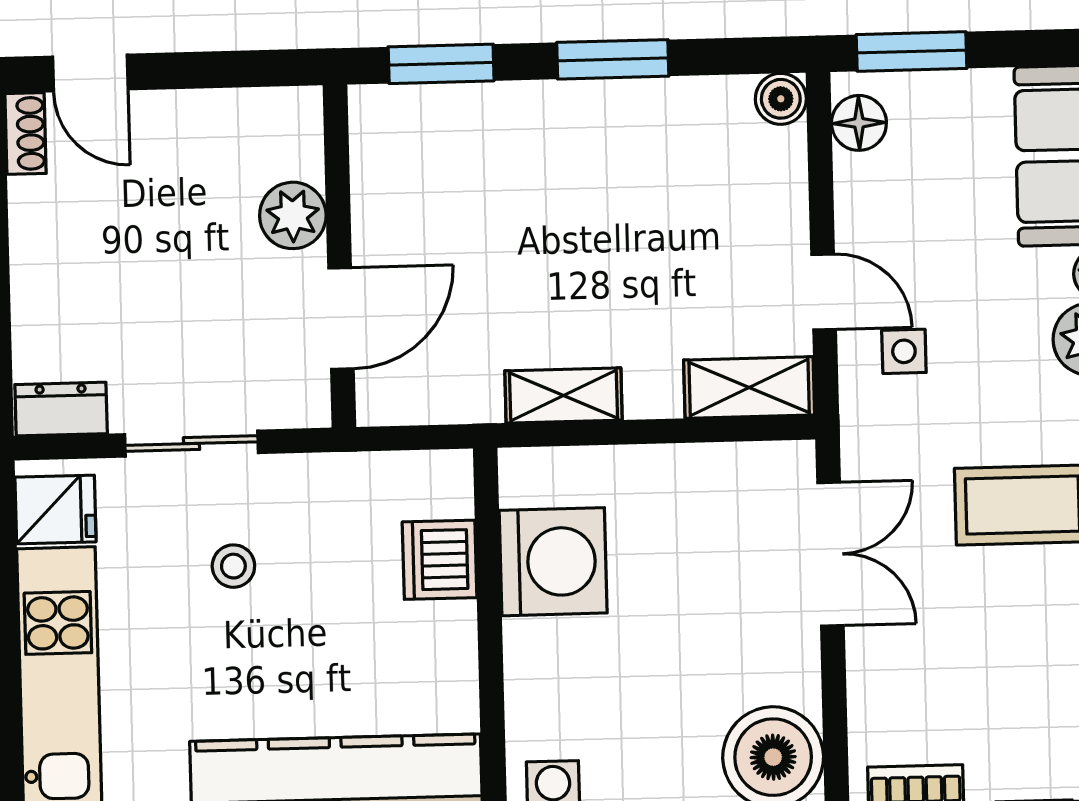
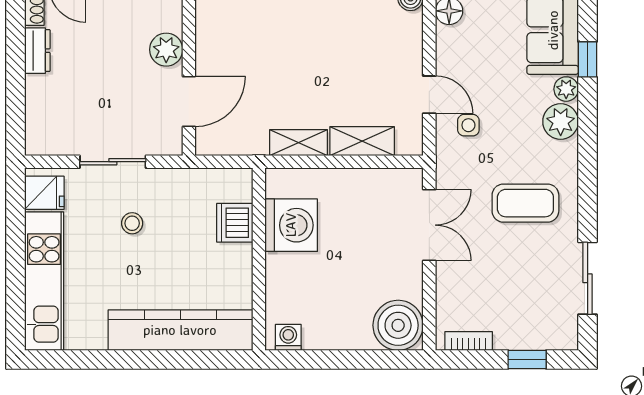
shelving: (749, 388) -> (362, 141), moved
dresser: (61, 409) -> (37, 51), moved, turned 90

